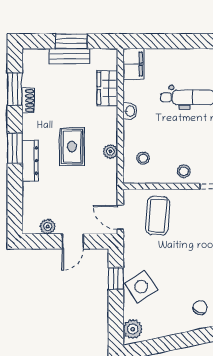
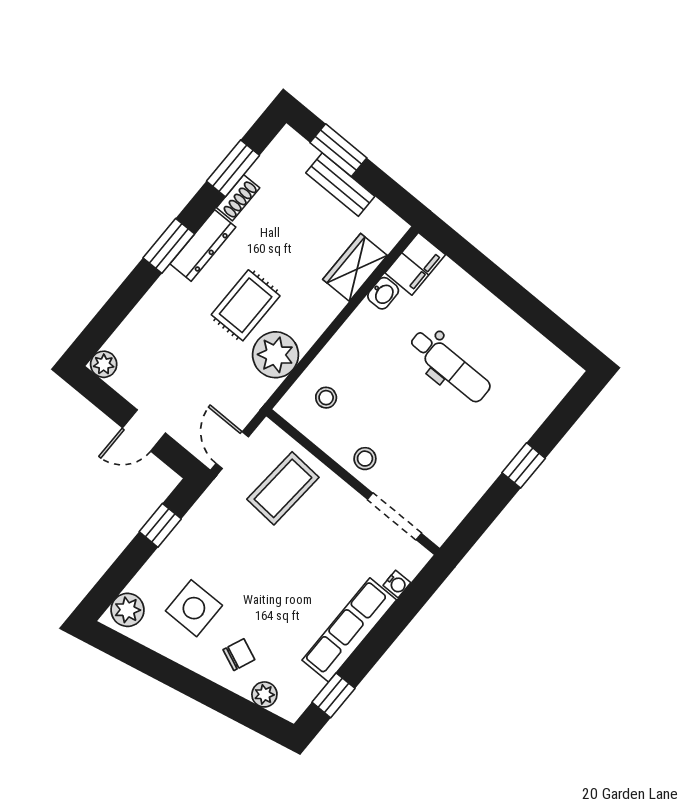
window: (71, 41) -> (338, 150), moved
washbasin: (130, 111) -> (383, 293), moved
plant: (110, 151) -> (276, 355), width x1.88, depth x1.88
dresser: (30, 161) -> (203, 245), moved
plant: (48, 227) -> (104, 364), moved
side table: (141, 287) -> (194, 608), moved, turned 33

